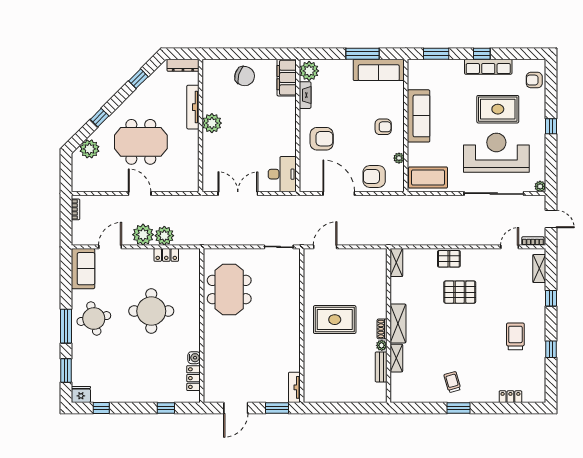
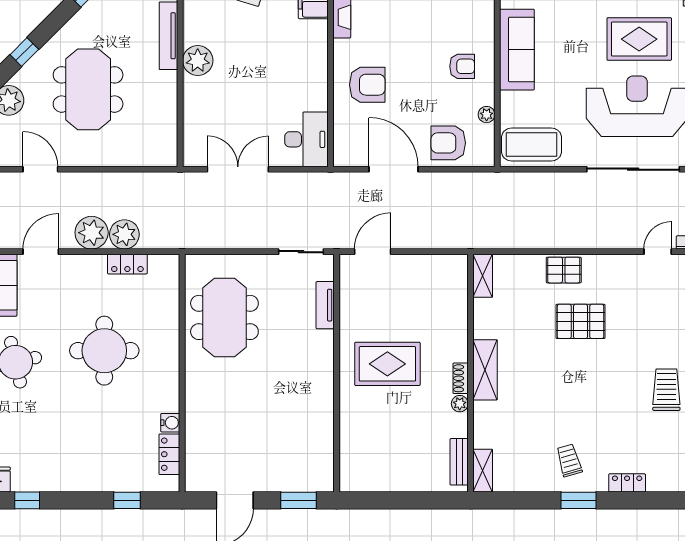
meeting table: (141, 142) -> (88, 89), turned 90
door: (140, 194) -> (40, 169), moved
shelving: (396, 358) -> (483, 471), moved
bench: (381, 367) -> (459, 462), moved
tv unit: (294, 387) -> (325, 305), moved
locker: (510, 397) -> (627, 483), moved

